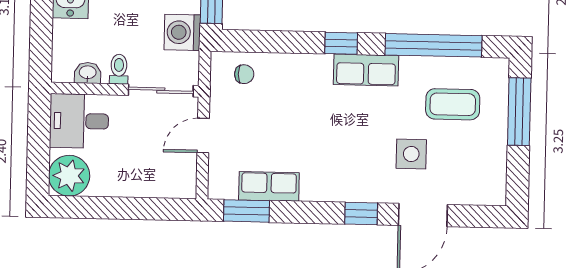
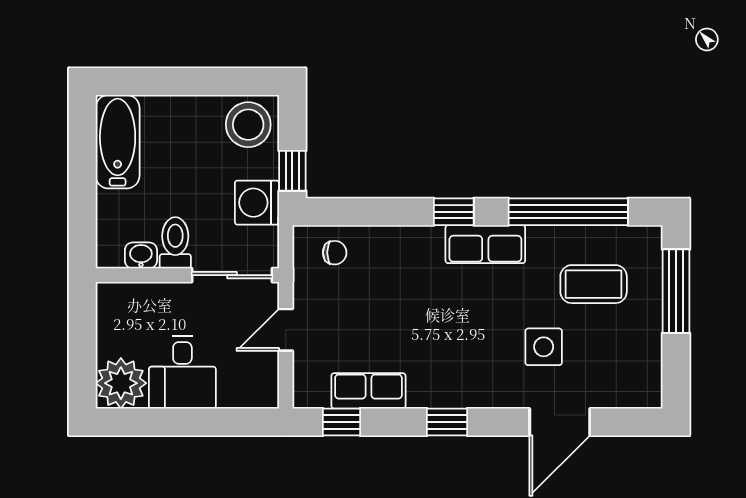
toilet: (119, 69) -> (175, 243), width x1.37, depth x1.39
desk: (79, 121) -> (182, 372), moved, turned -90
window: (247, 211) -> (341, 422), width x0.67
window: (361, 214) -> (447, 422), moved

